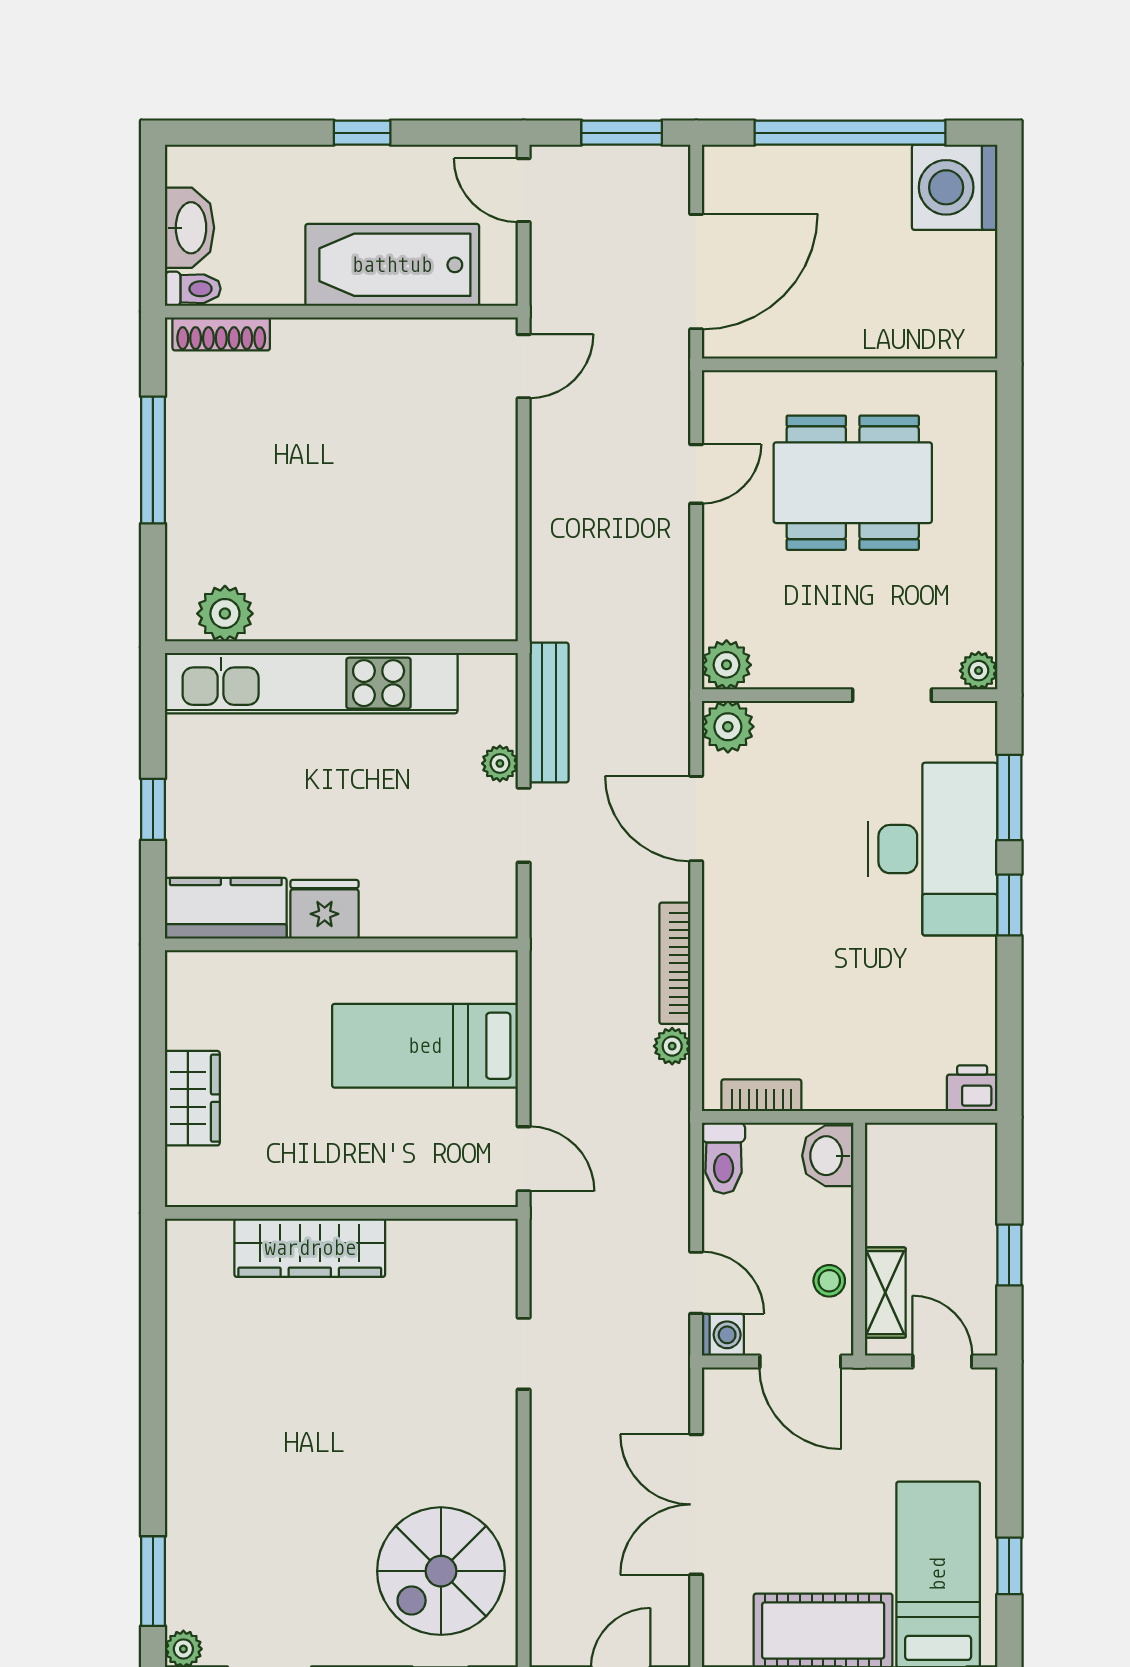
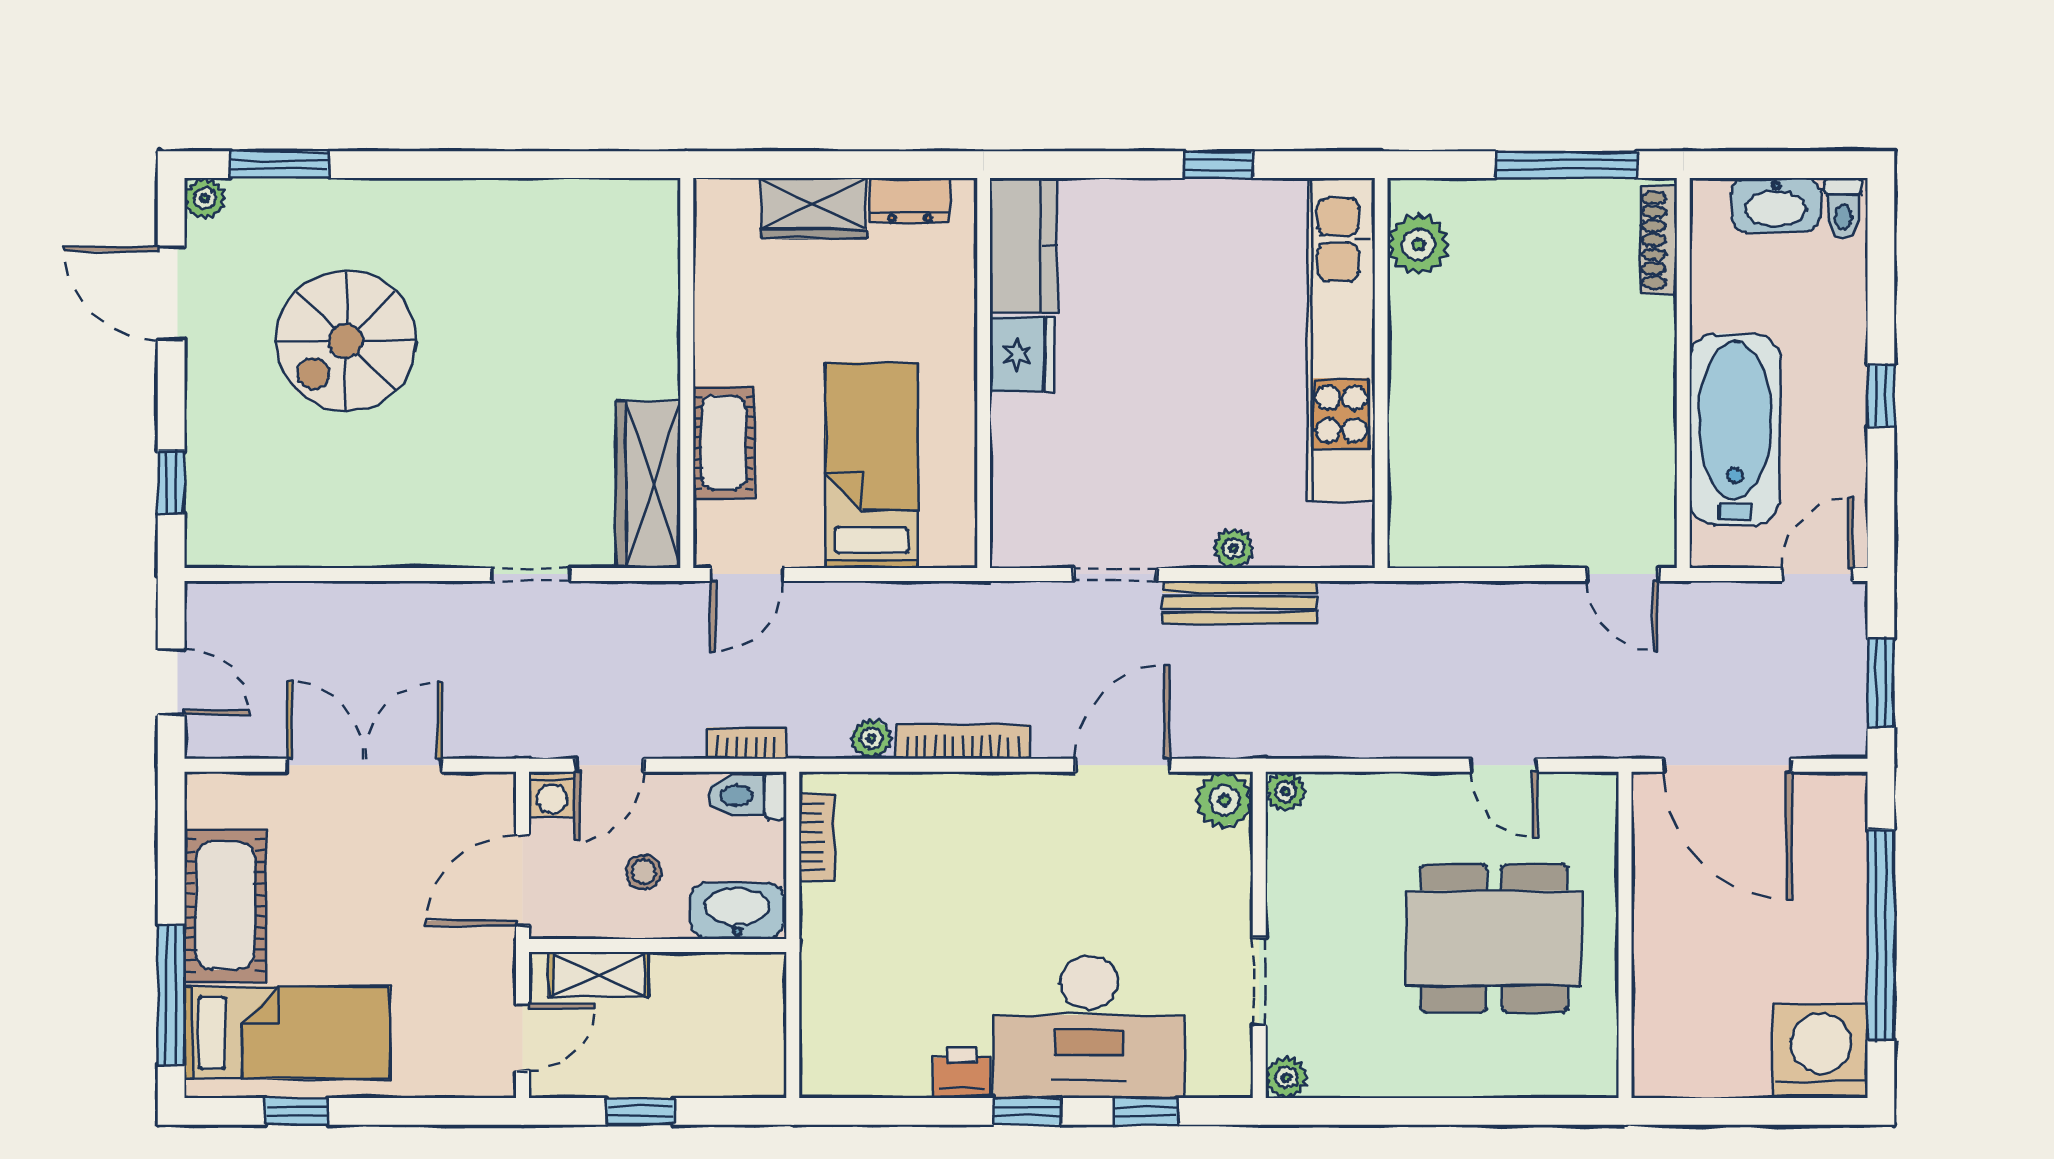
toilet: (193, 289) -> (1843, 209), moved
window: (153, 460) -> (1567, 165), moved
dining table: (853, 483) -> (1494, 938), turned 90
plant: (225, 614) -> (1418, 244), moved
wall: (341, 647) -> (1381, 373), moved
plant: (726, 665) -> (1285, 791), width x0.73, depth x0.73
kitchen unit: (311, 683) -> (1341, 340), moved
plant: (500, 763) -> (1233, 548), moved
window: (1009, 798) -> (1146, 1111), width x0.67
window: (153, 809) -> (1218, 165), moved
dresser: (185, 1011) -> (910, 200), added
printer: (972, 1088) -> (961, 1073), moved, turned -90
washbasin: (828, 1156) -> (737, 911), width x1.38
bookcase: (676, 1159) -> (747, 743), added
cot: (404, 1179) -> (724, 443), added
wardrobe: (310, 1248) -> (648, 485), moved
stool: (829, 1281) -> (644, 872), moved
spiral stairs: (441, 1571) -> (346, 341), moved, turned -90

